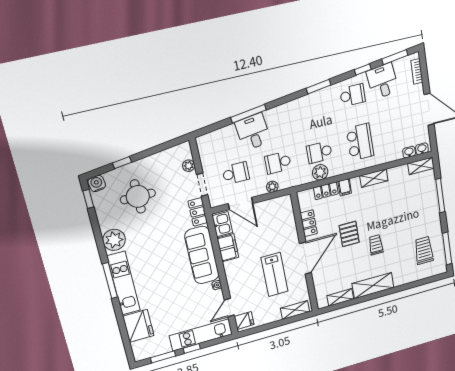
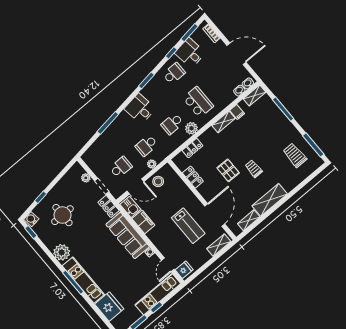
desk: (253, 132) -> (140, 109), moved
plant: (320, 172) -> (191, 128), moved
filing cabinet: (345, 187) -> (237, 112), moved
stool: (269, 210) -> (158, 181), added
door: (306, 258) -> (215, 215), moved

